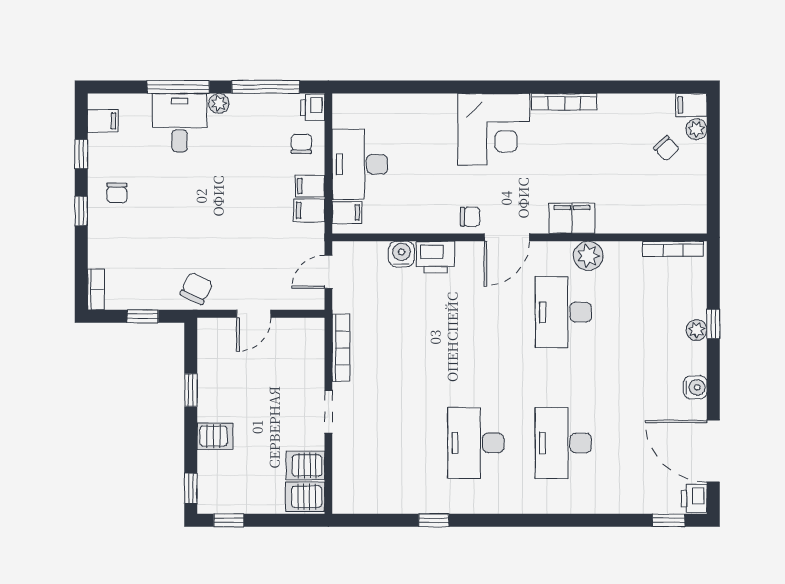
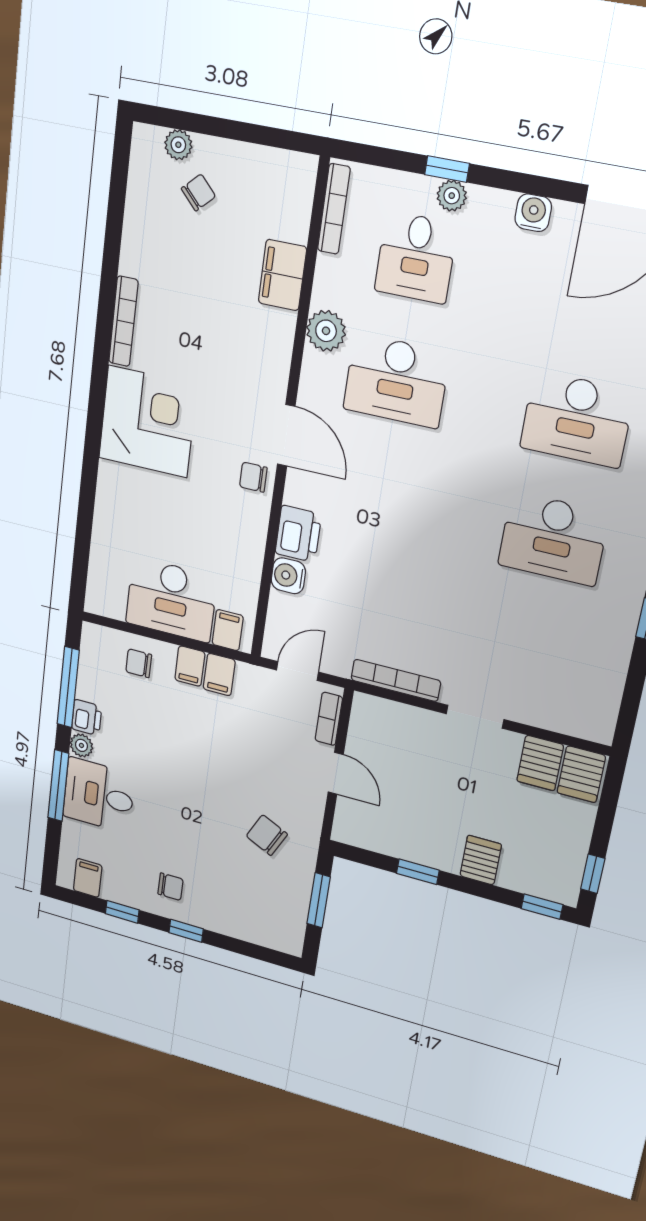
filing cabinet: (691, 105) -> (146, 146), removed
printer: (313, 108) -> (87, 717), moved, turned -90
chair: (470, 217) -> (253, 477), turned -90
filing cabinet: (572, 218) -> (282, 275), moved
door: (328, 272) -> (297, 671), swing flipped
chair: (196, 288) -> (267, 835), moved
bookcase: (96, 289) -> (329, 719), moved, turned -90
desk: (651, 312) -> (416, 257), added
window: (143, 316) -> (319, 900), width x1.50

